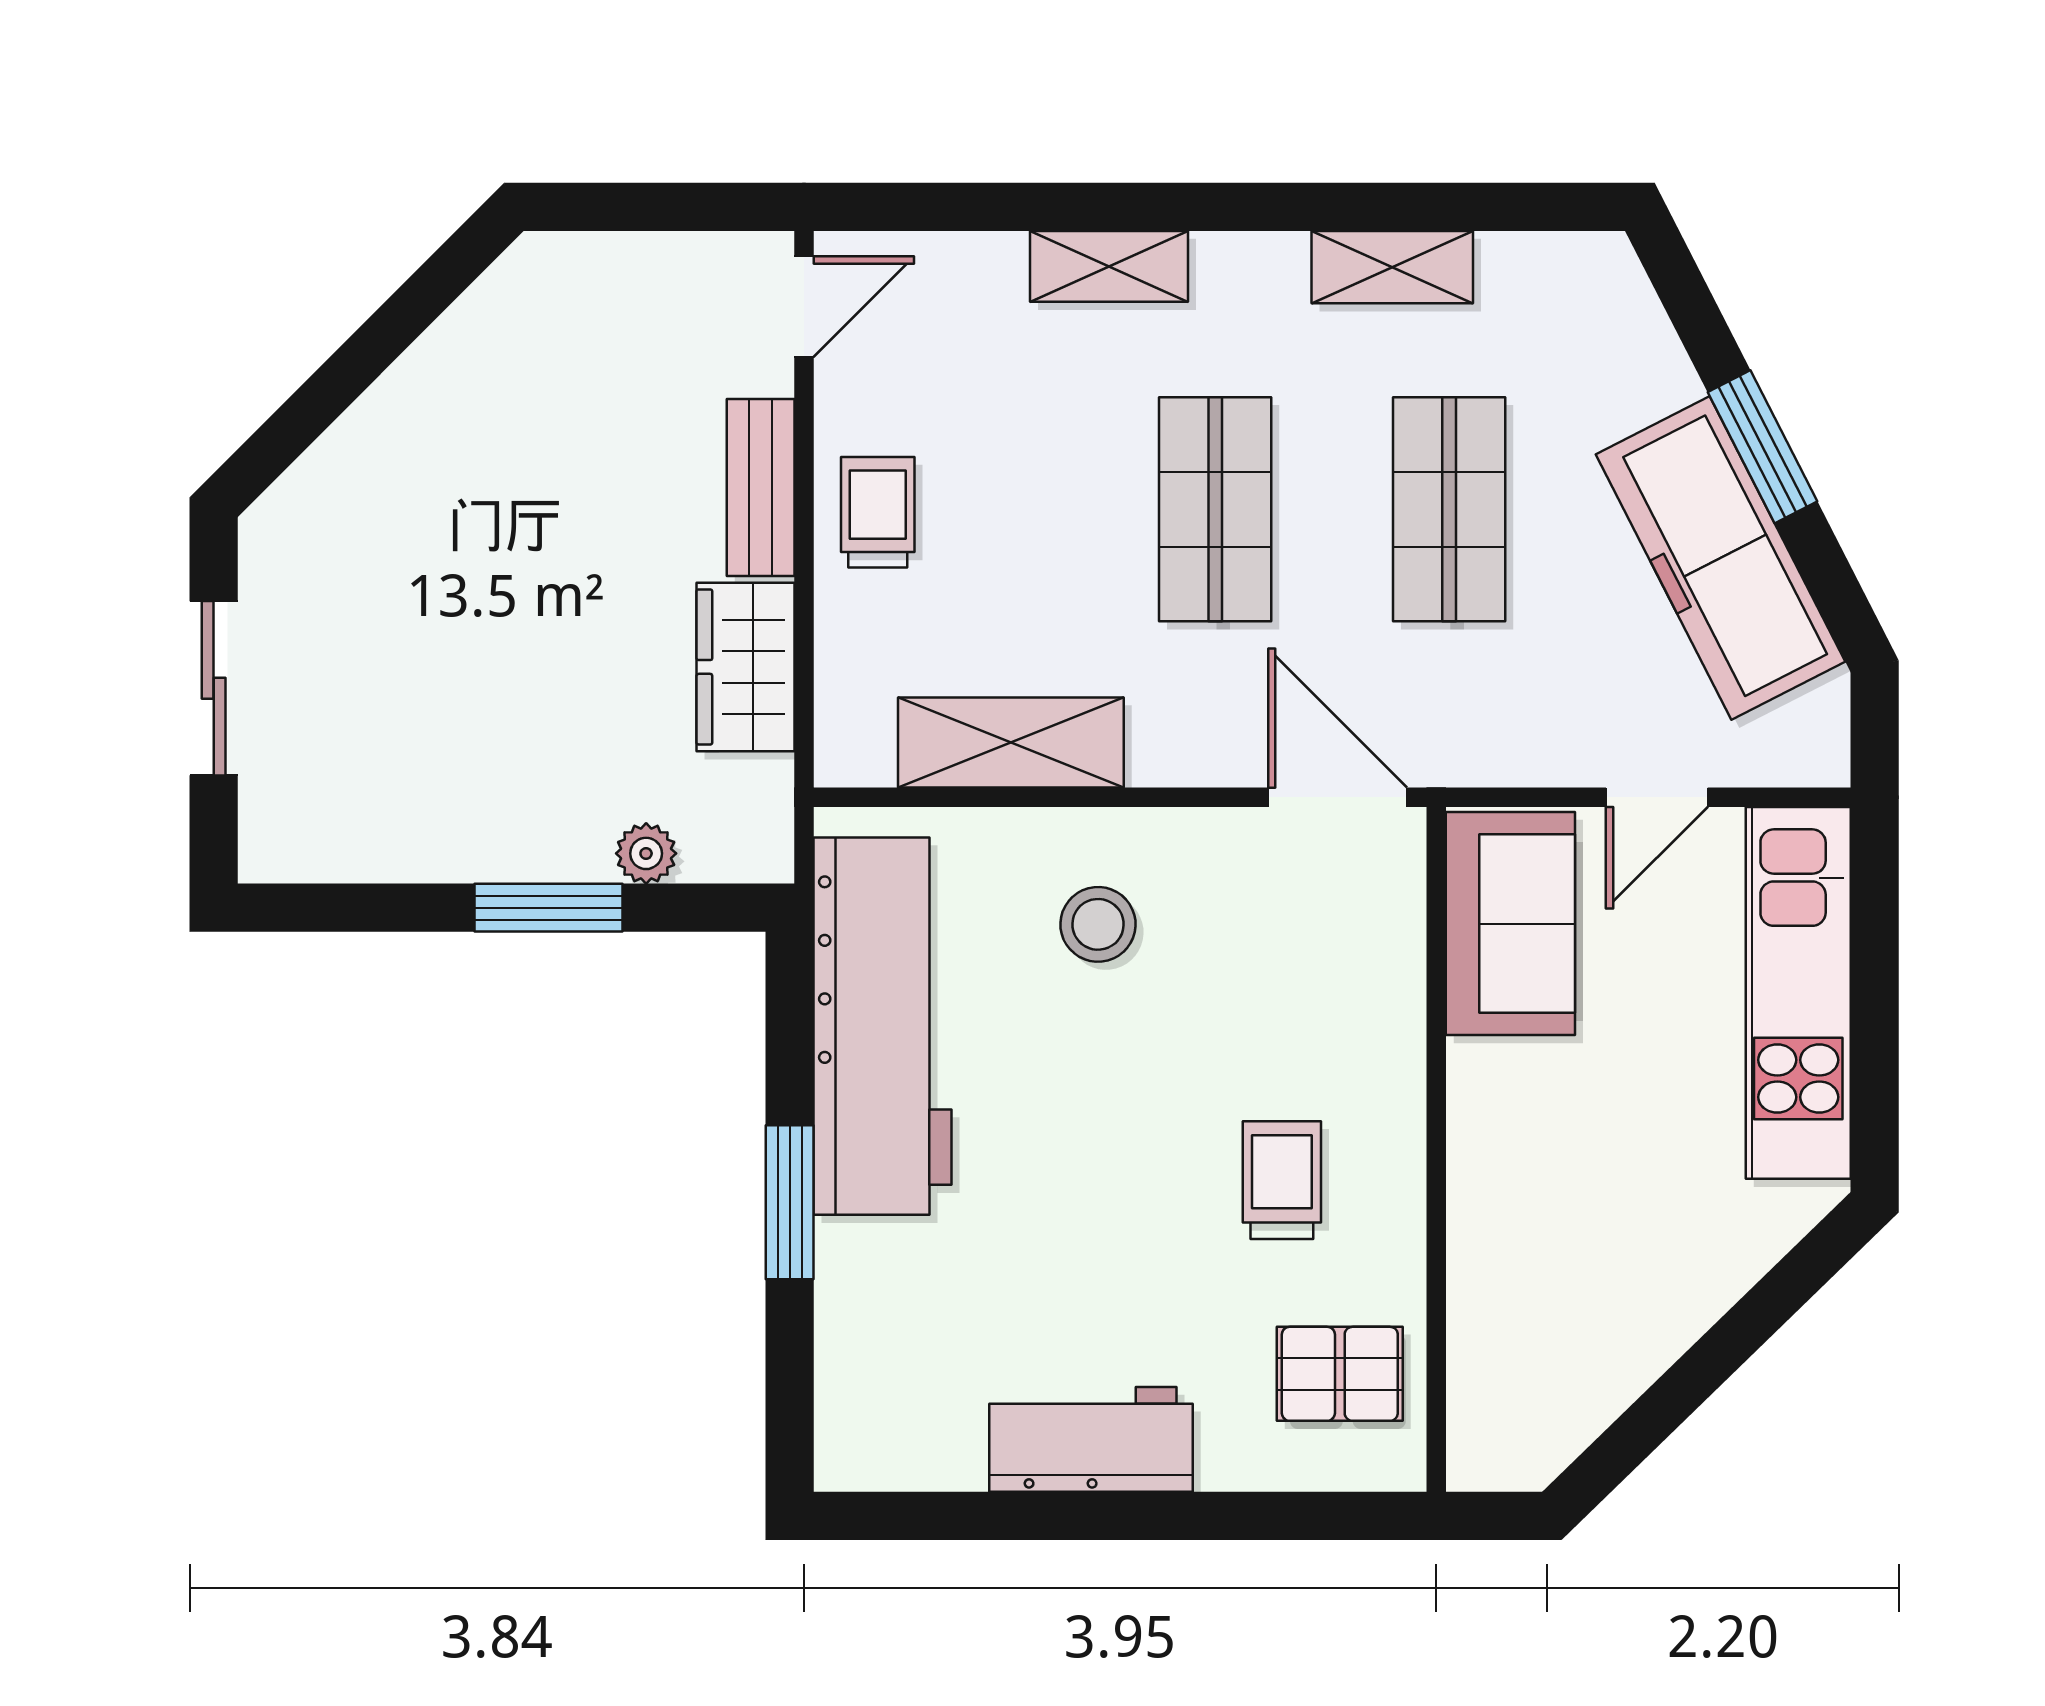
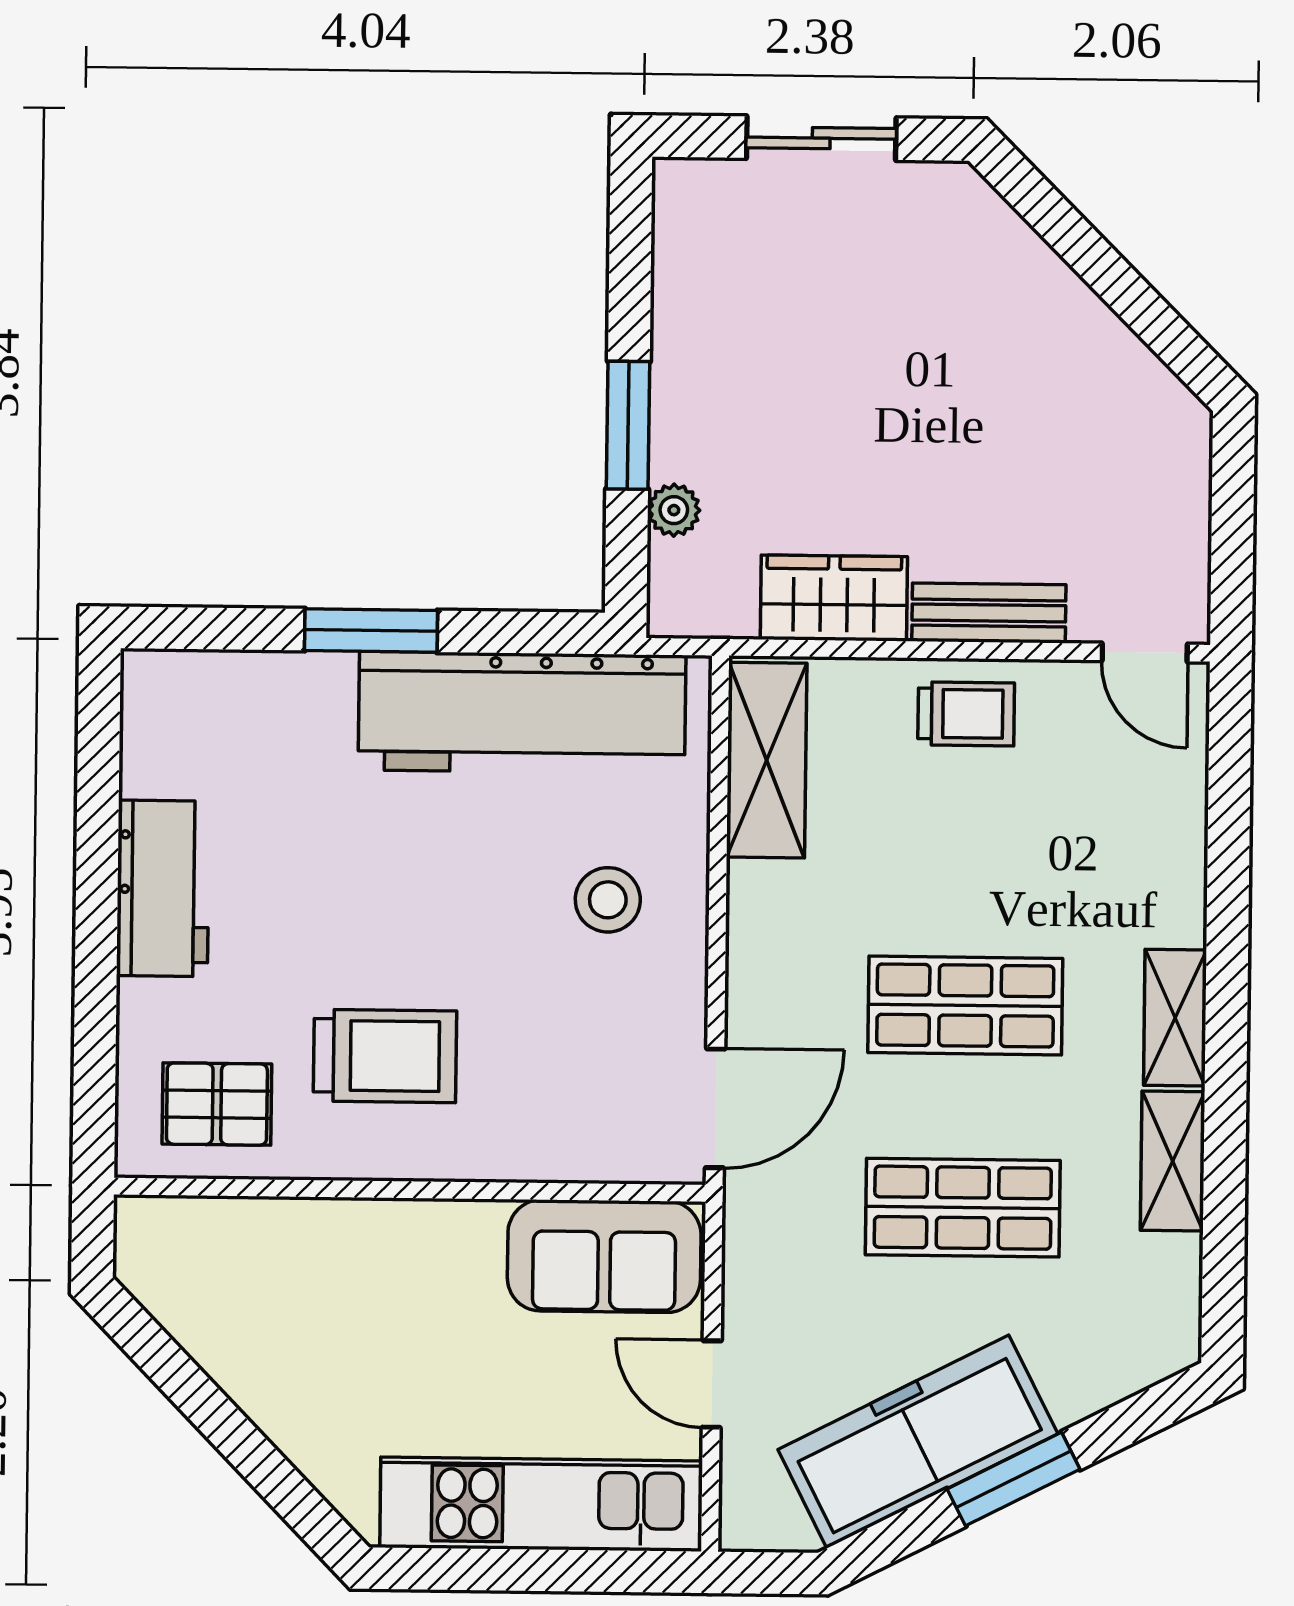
shelving: (1109, 266) -> (1175, 1018), moved
shelving: (1011, 743) -> (767, 760), moved
trolley: (1282, 1180) -> (385, 1056), width x1.36, depth x1.39
pallet: (1340, 1374) -> (217, 1104), turned 90

